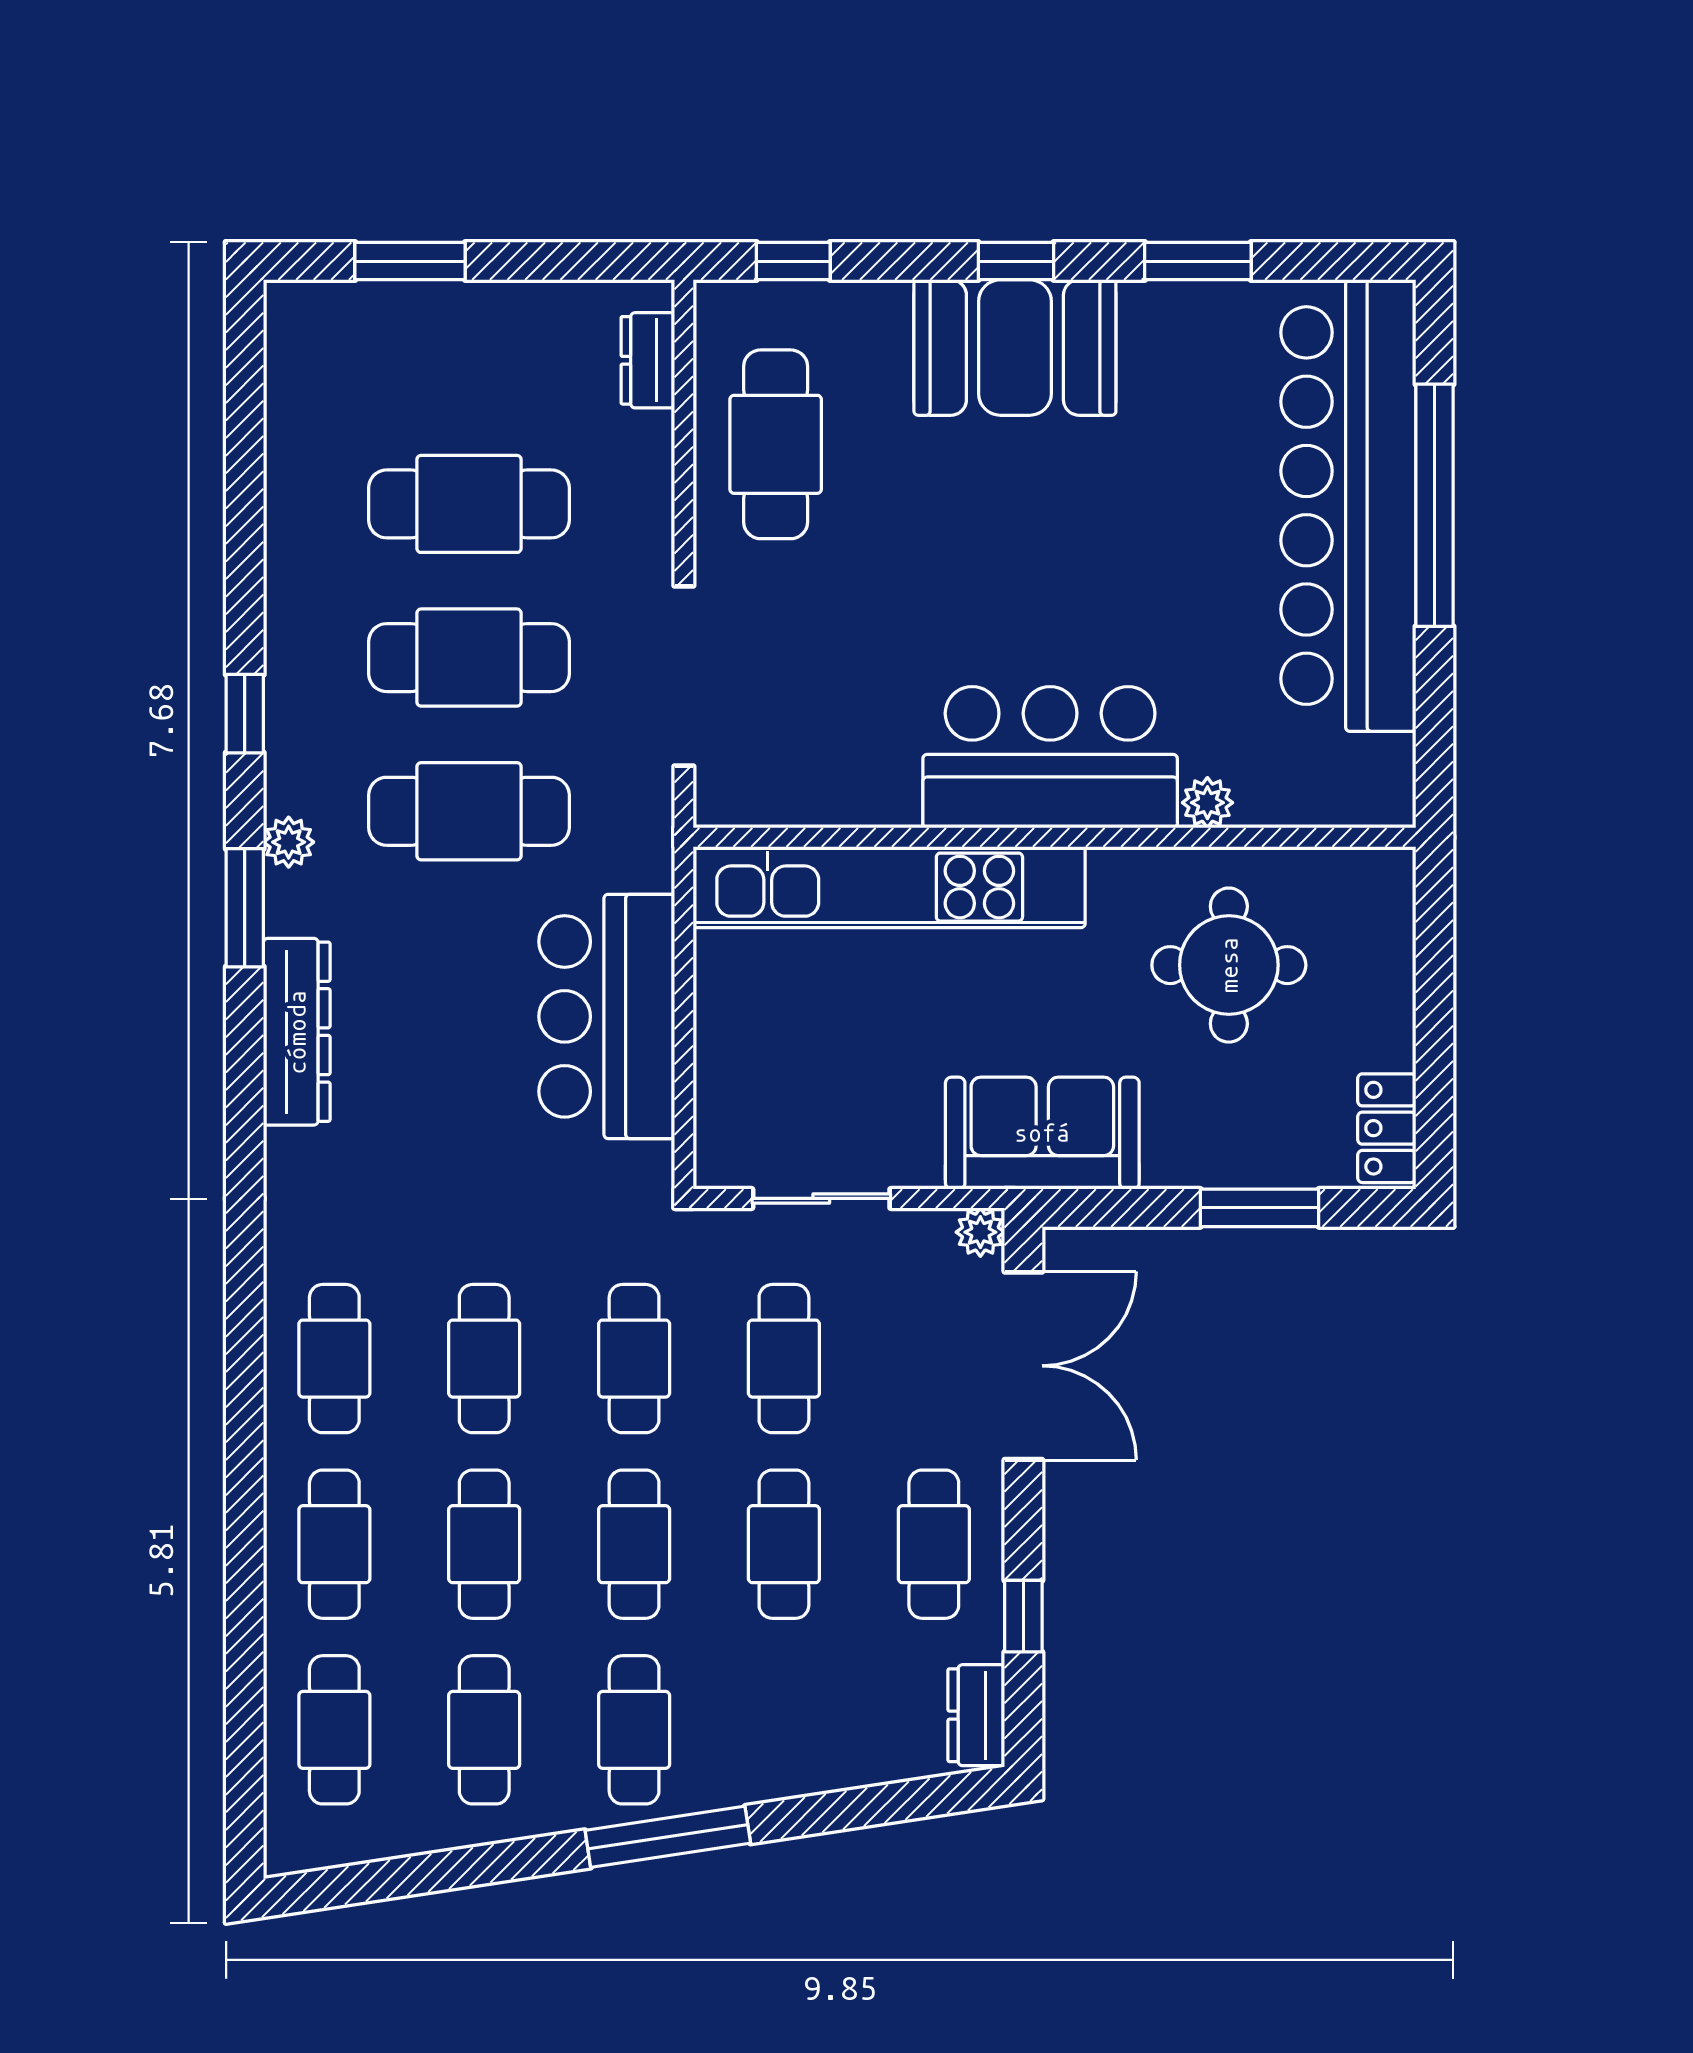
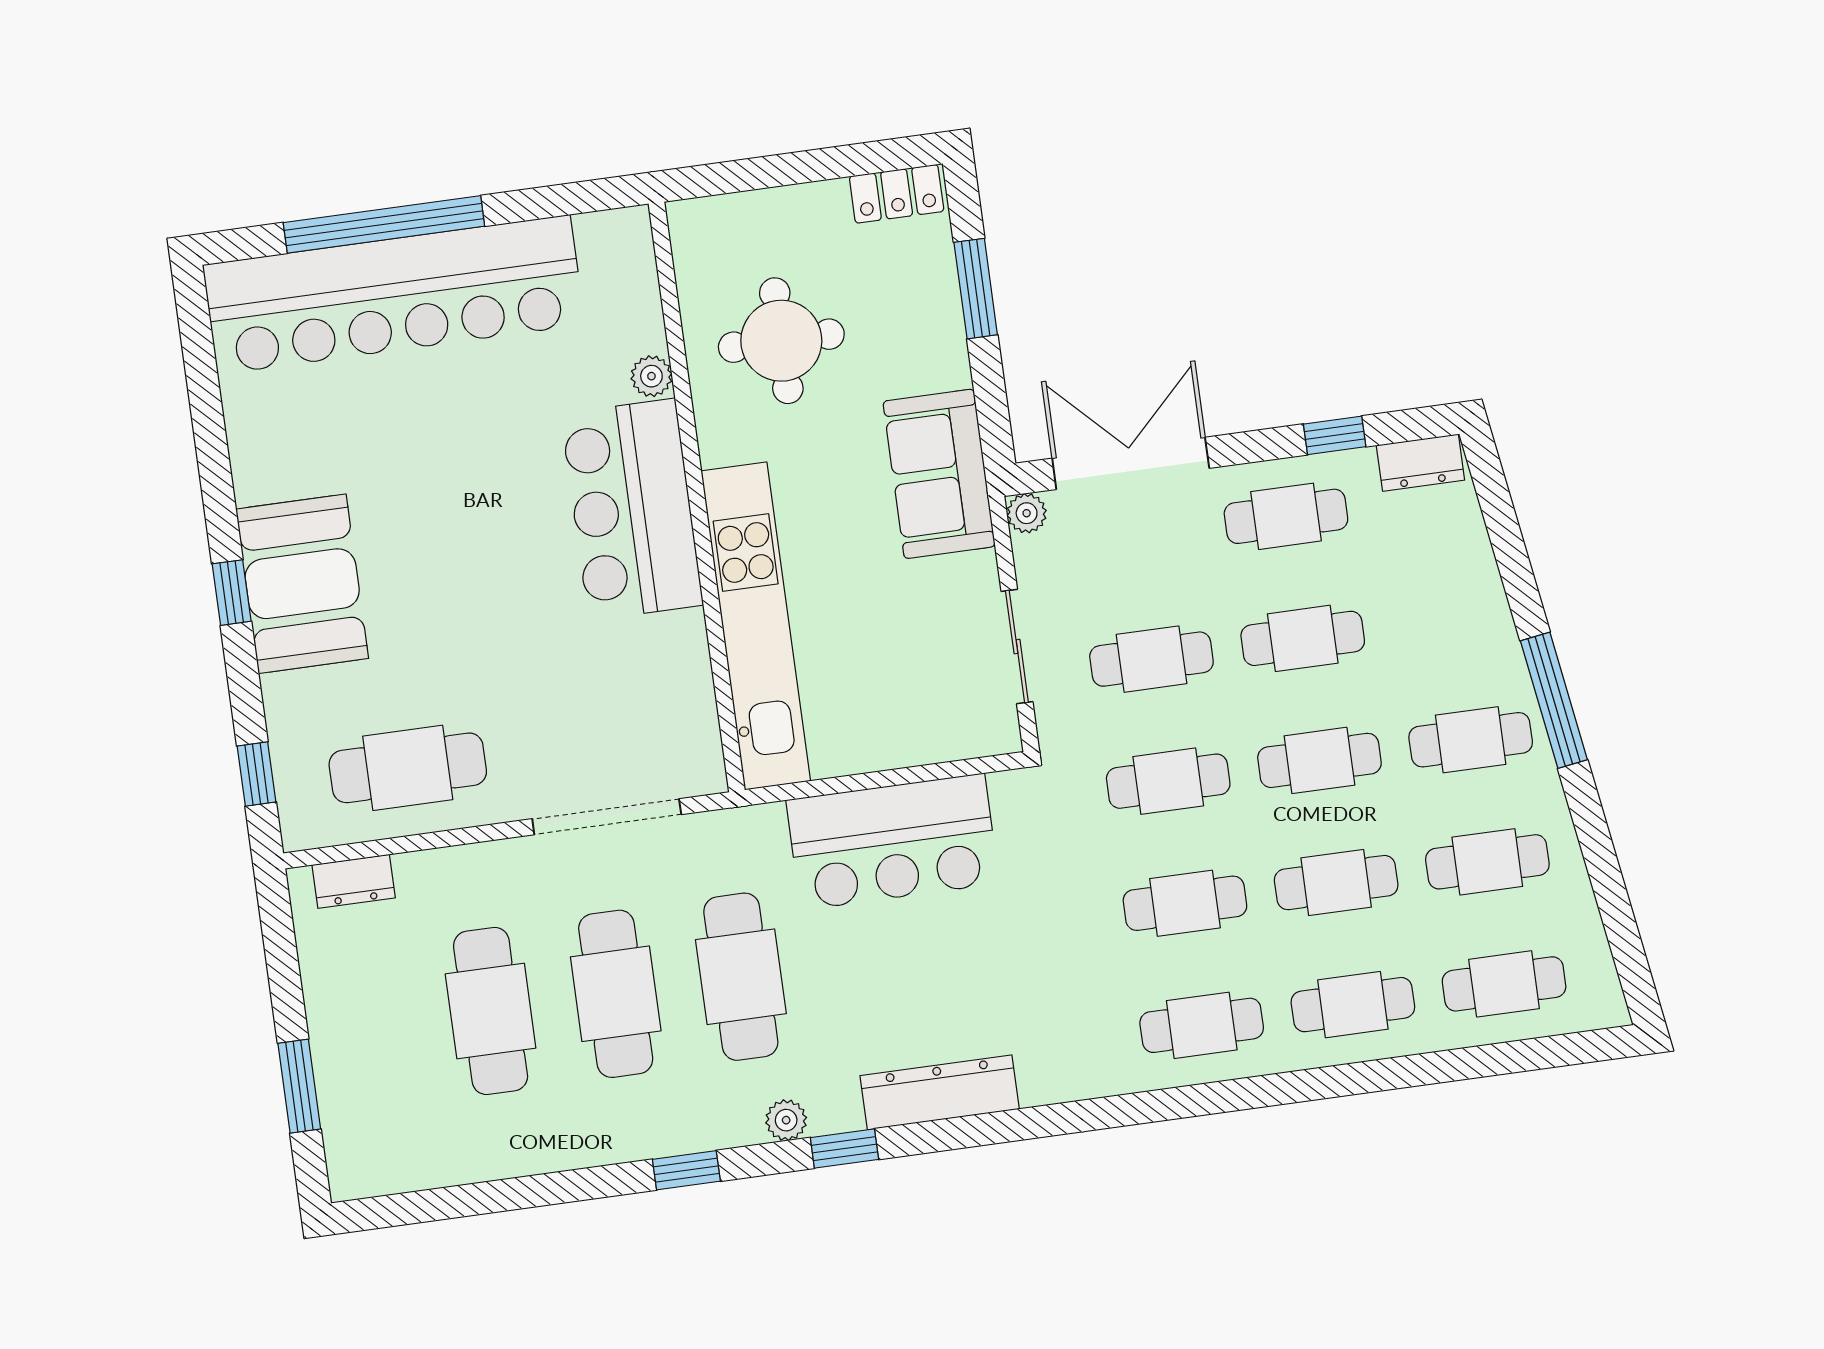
window: (1198, 261) -> (211, 444), removed
window: (245, 908) -> (844, 1149), width x0.67

